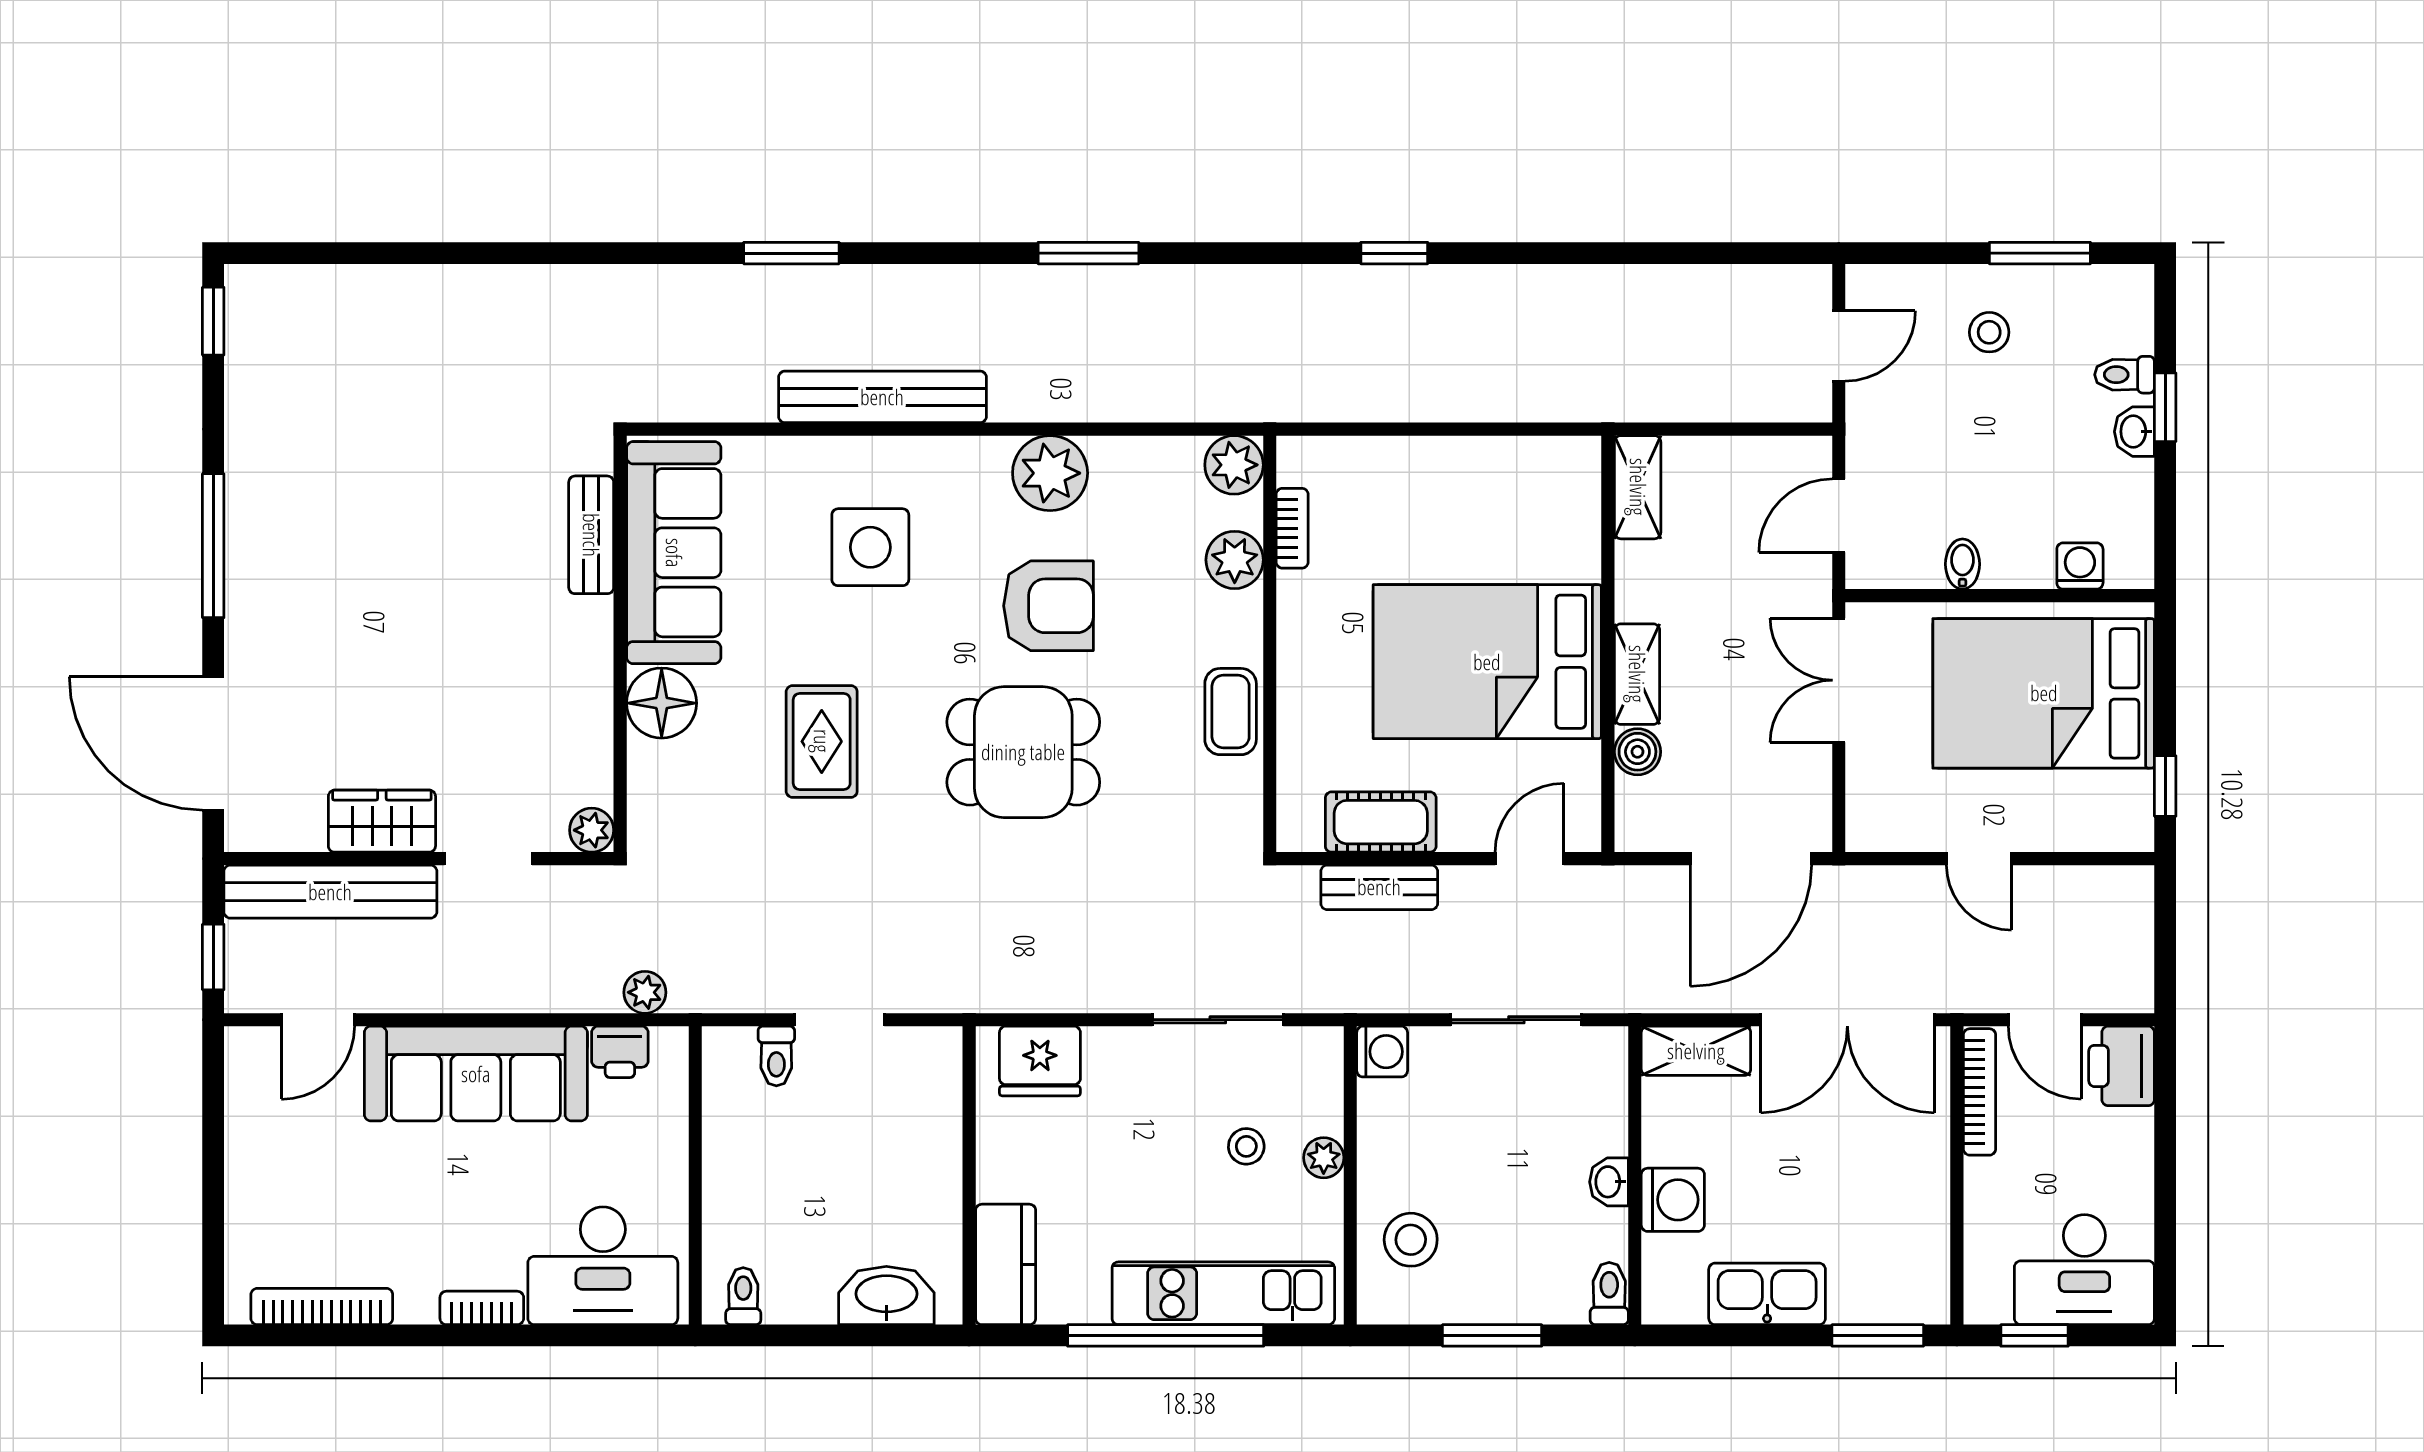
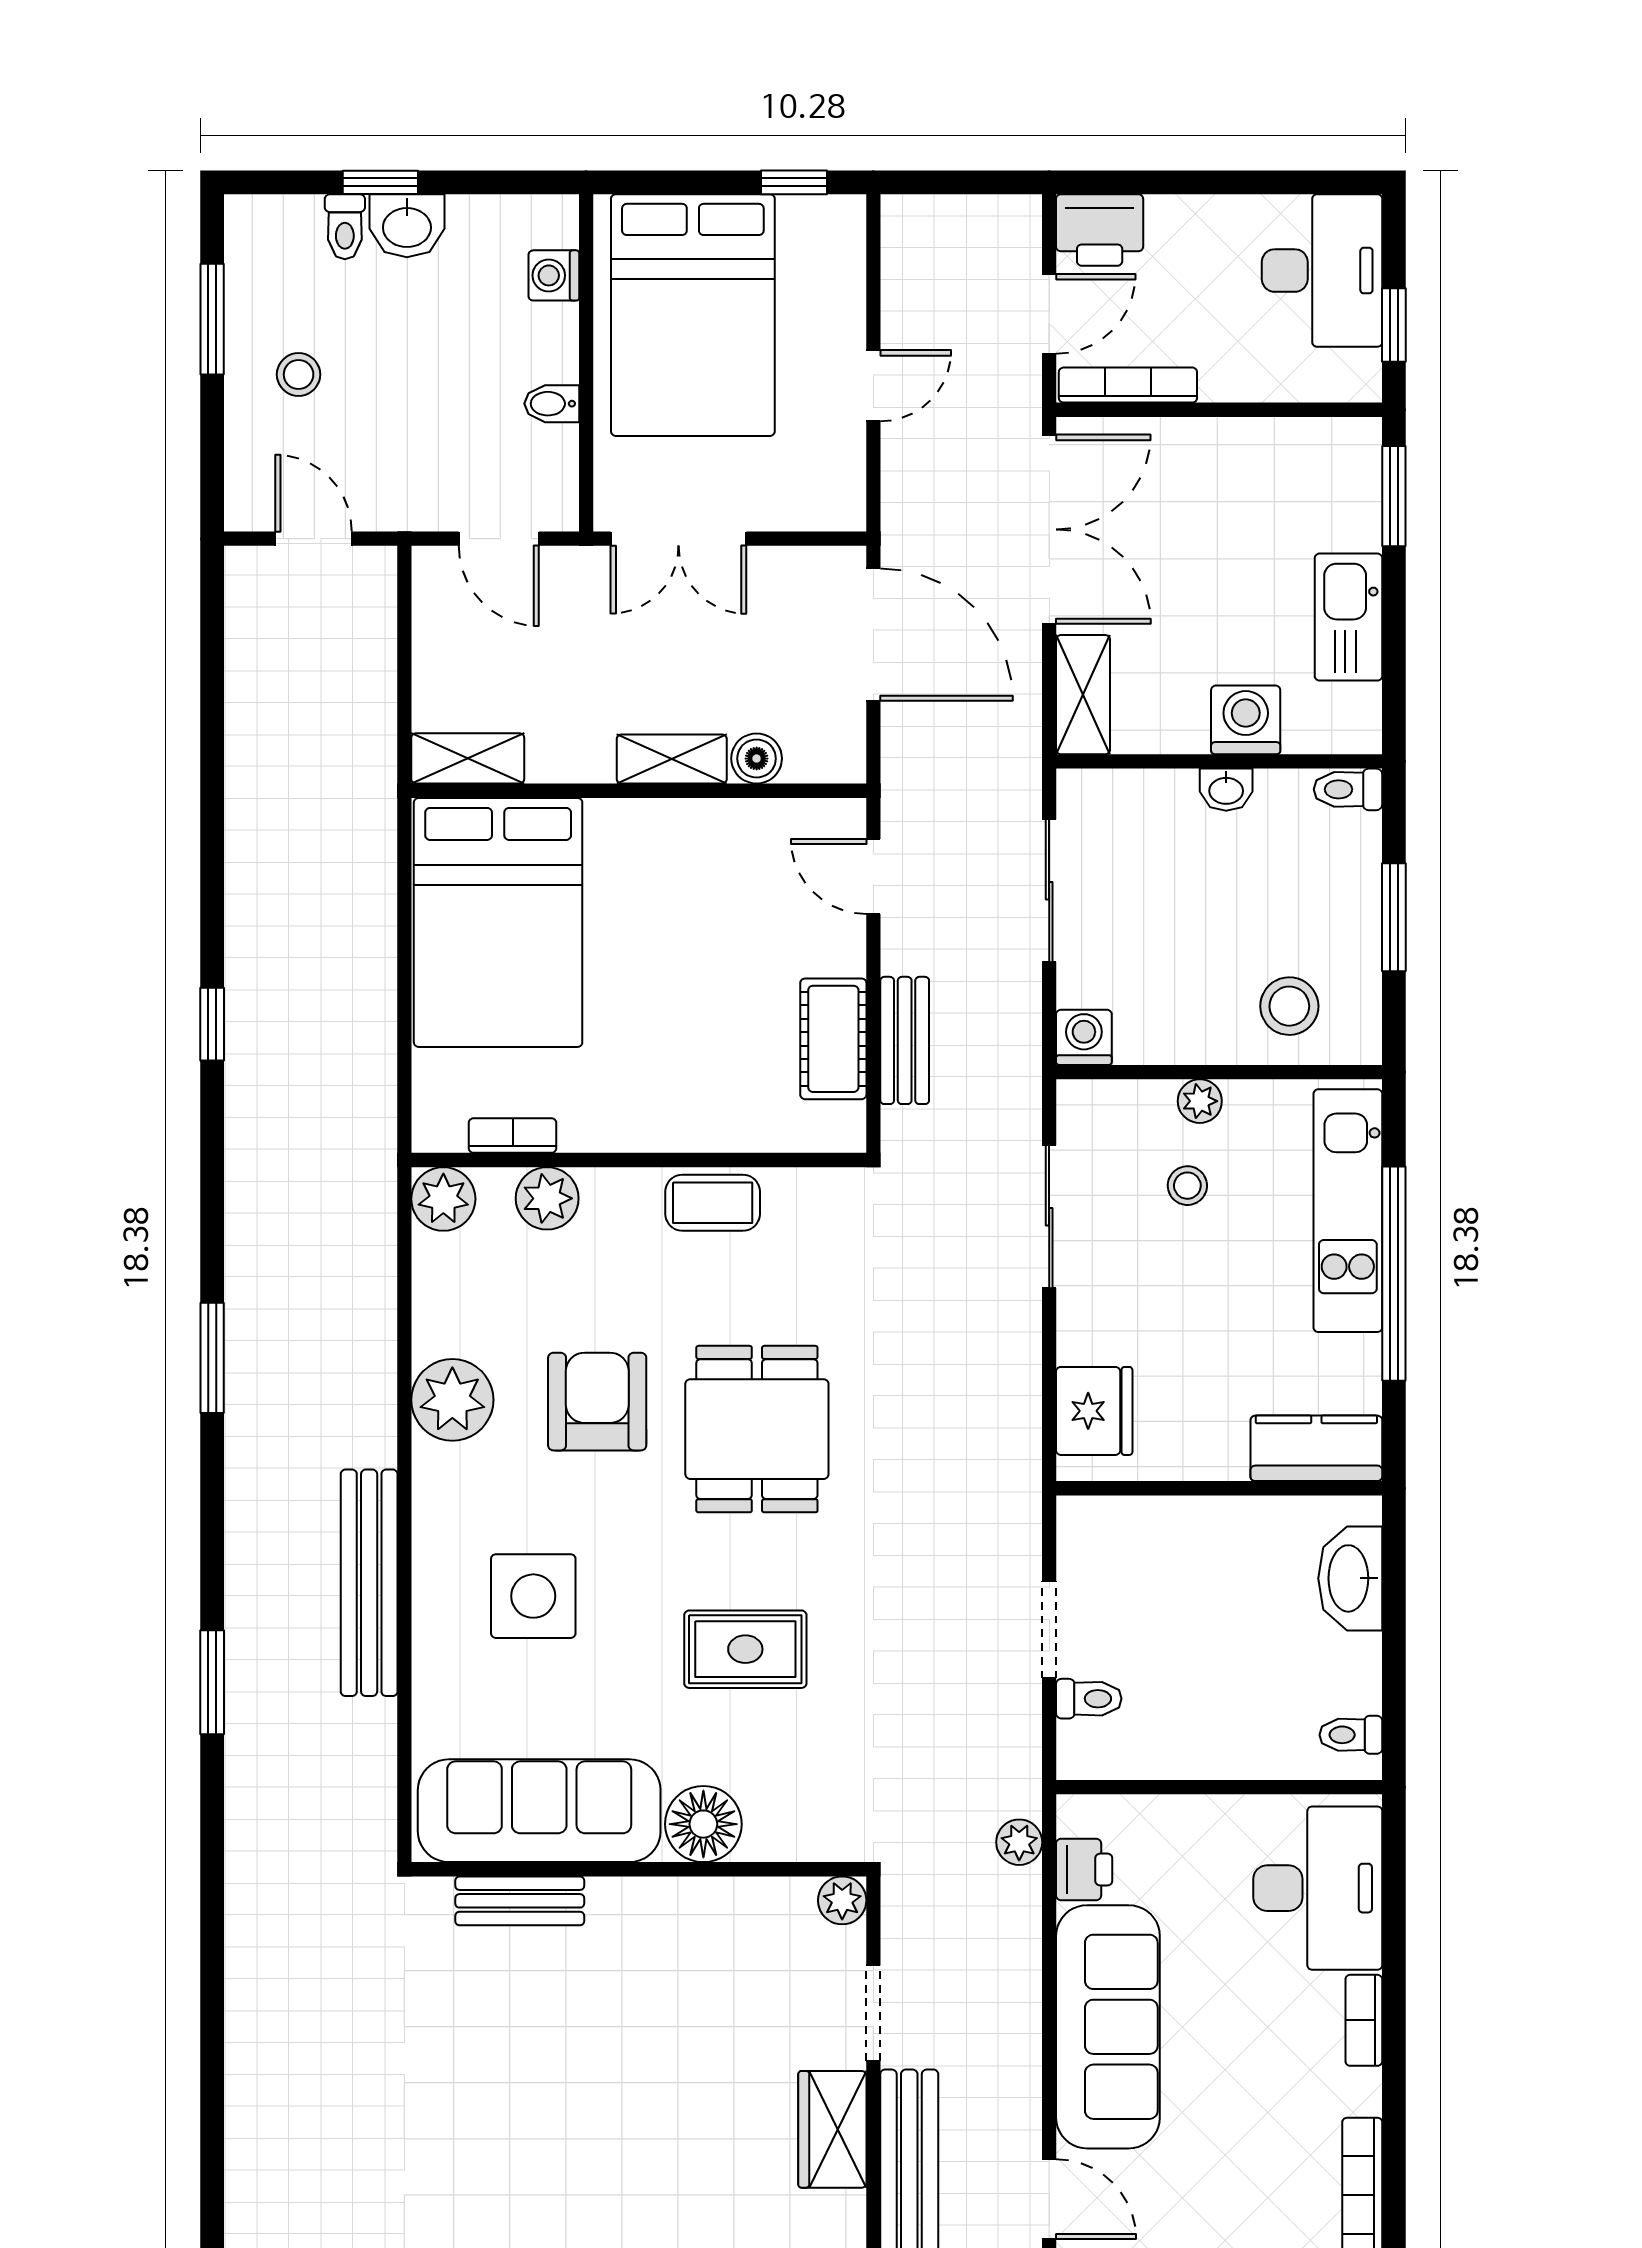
washbasin: (2134, 432) -> (407, 226), width x1.38, depth x1.45
bed: (1487, 662) -> (498, 922), moved

